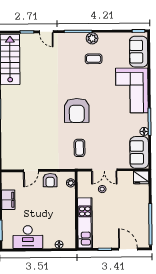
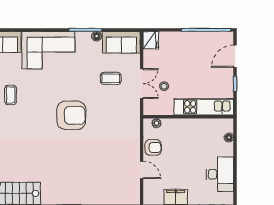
coffee table: (79, 148) -> (111, 78), moved

